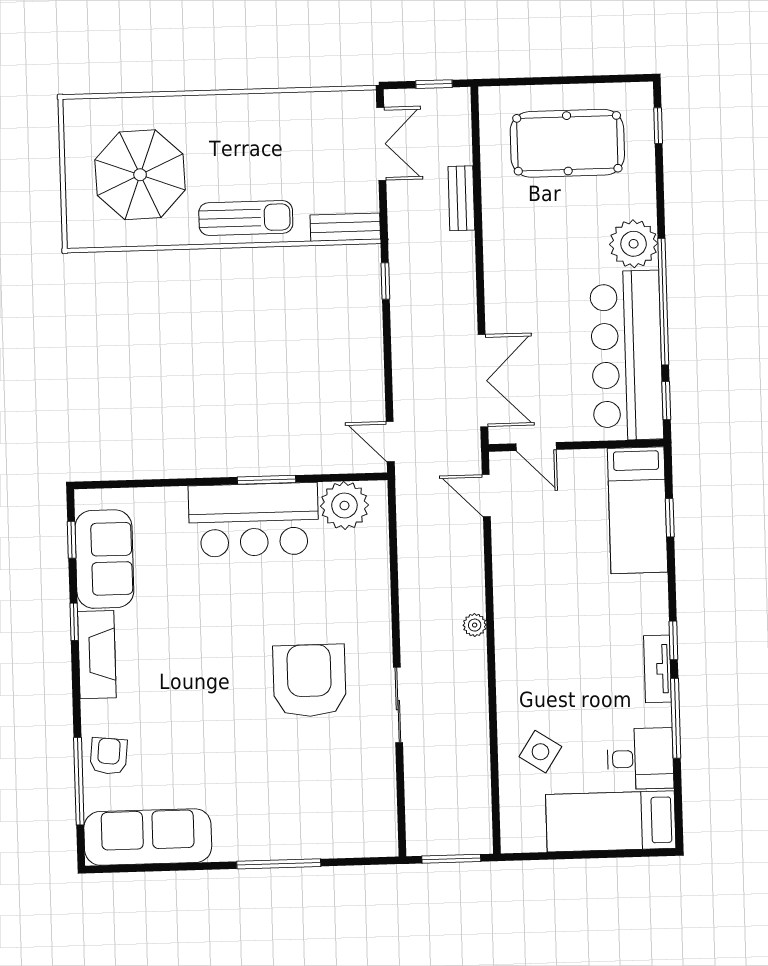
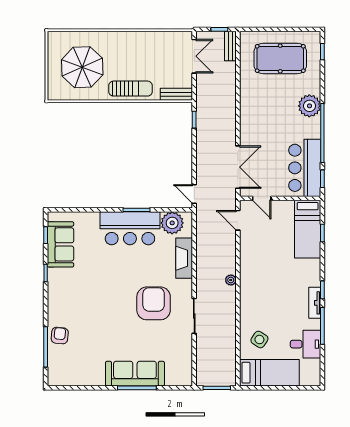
bench: (461, 198) -> (230, 46), moved
bar counter: (627, 355) -> (305, 168), width x0.73
fireplace: (97, 655) -> (184, 258), moved, turned 180
bed: (611, 821) -> (269, 373), moved, turned 180
sofa: (148, 837) -> (135, 374), moved

